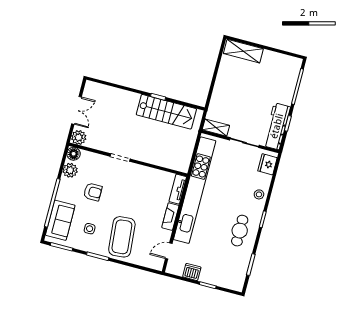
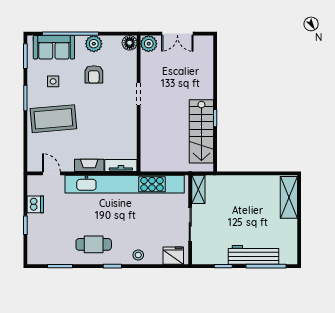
workbench: (277, 126) -> (253, 255), moved
plant: (70, 170) -> (94, 44), moved

